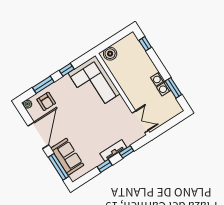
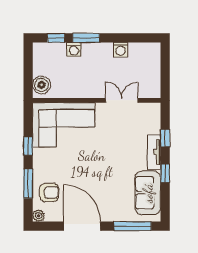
washing machine: (158, 79) -> (74, 50), moved
window: (173, 88) -> (86, 38), moved
double door: (140, 122) -> (122, 100), moved
sofa: (67, 157) -> (148, 193), moved, turned -90

